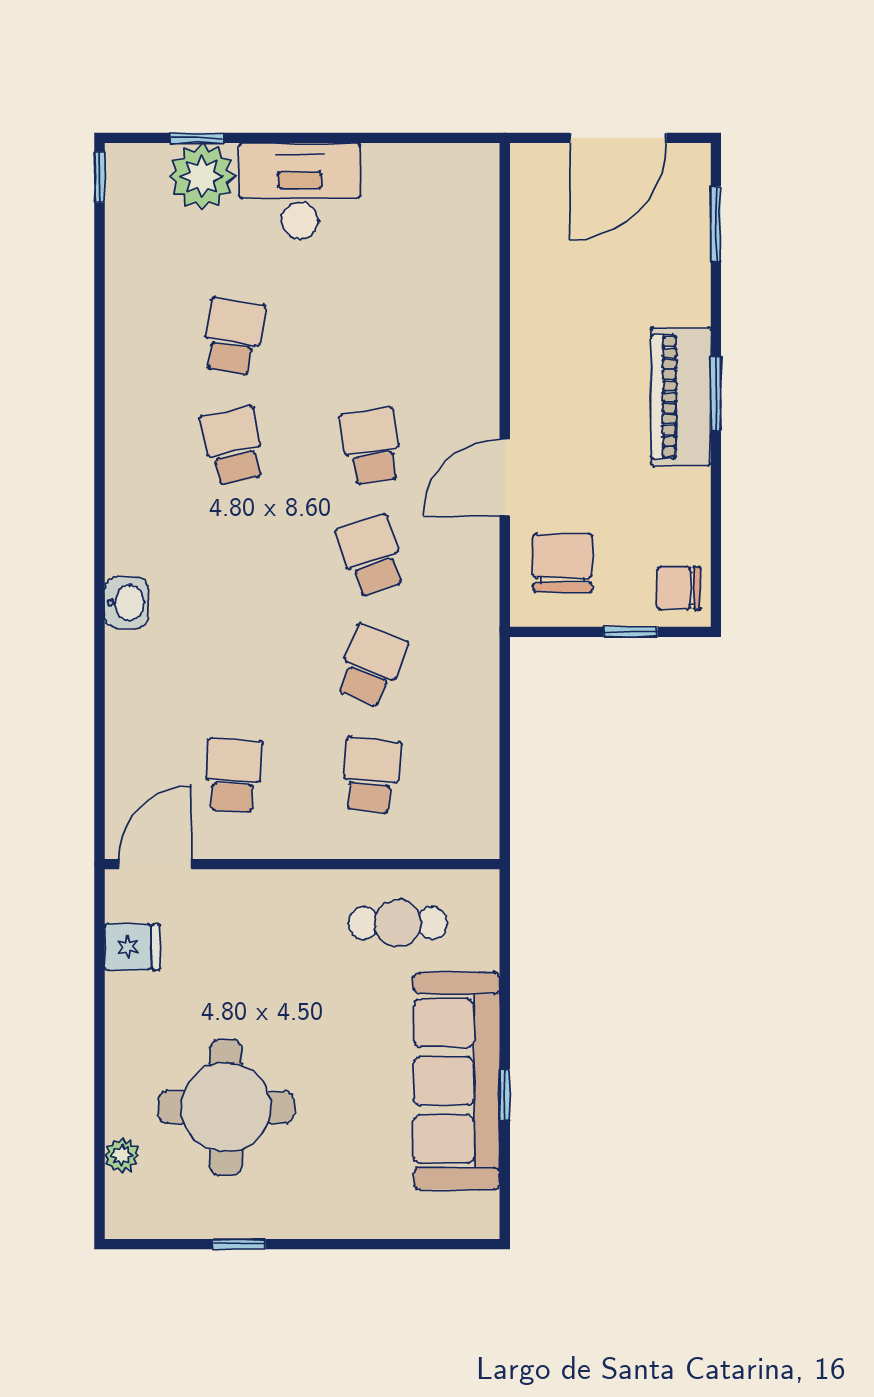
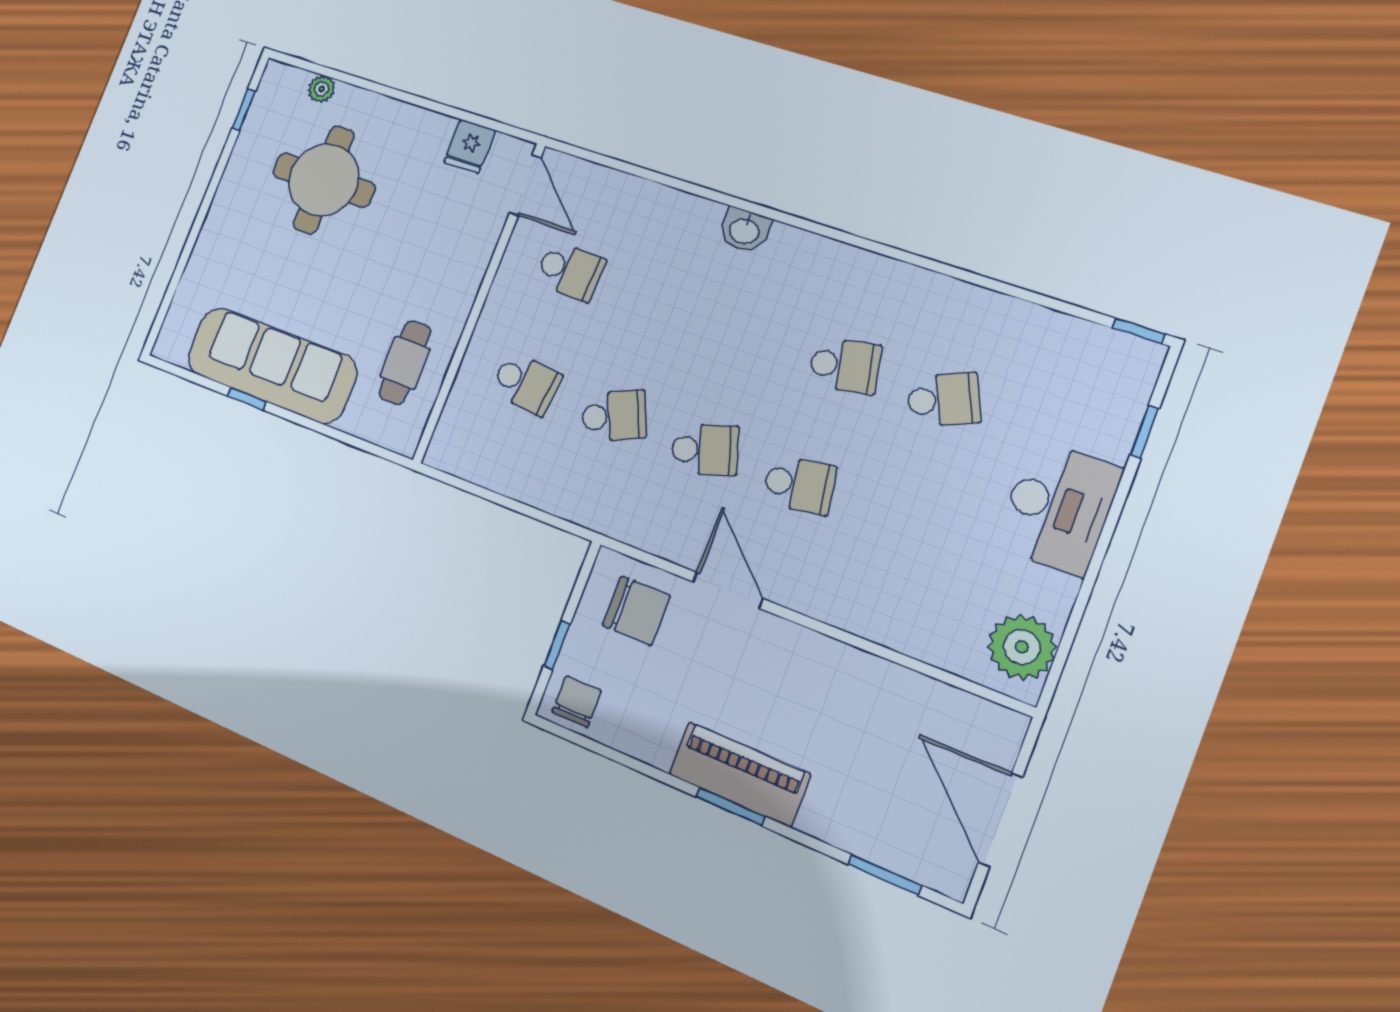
plant: (202, 177) -> (1022, 647), moved
school desk: (233, 336) -> (944, 400), turned -33
school desk: (371, 666) -> (614, 416), turned -45
window: (239, 1244) -> (244, 110), moved

